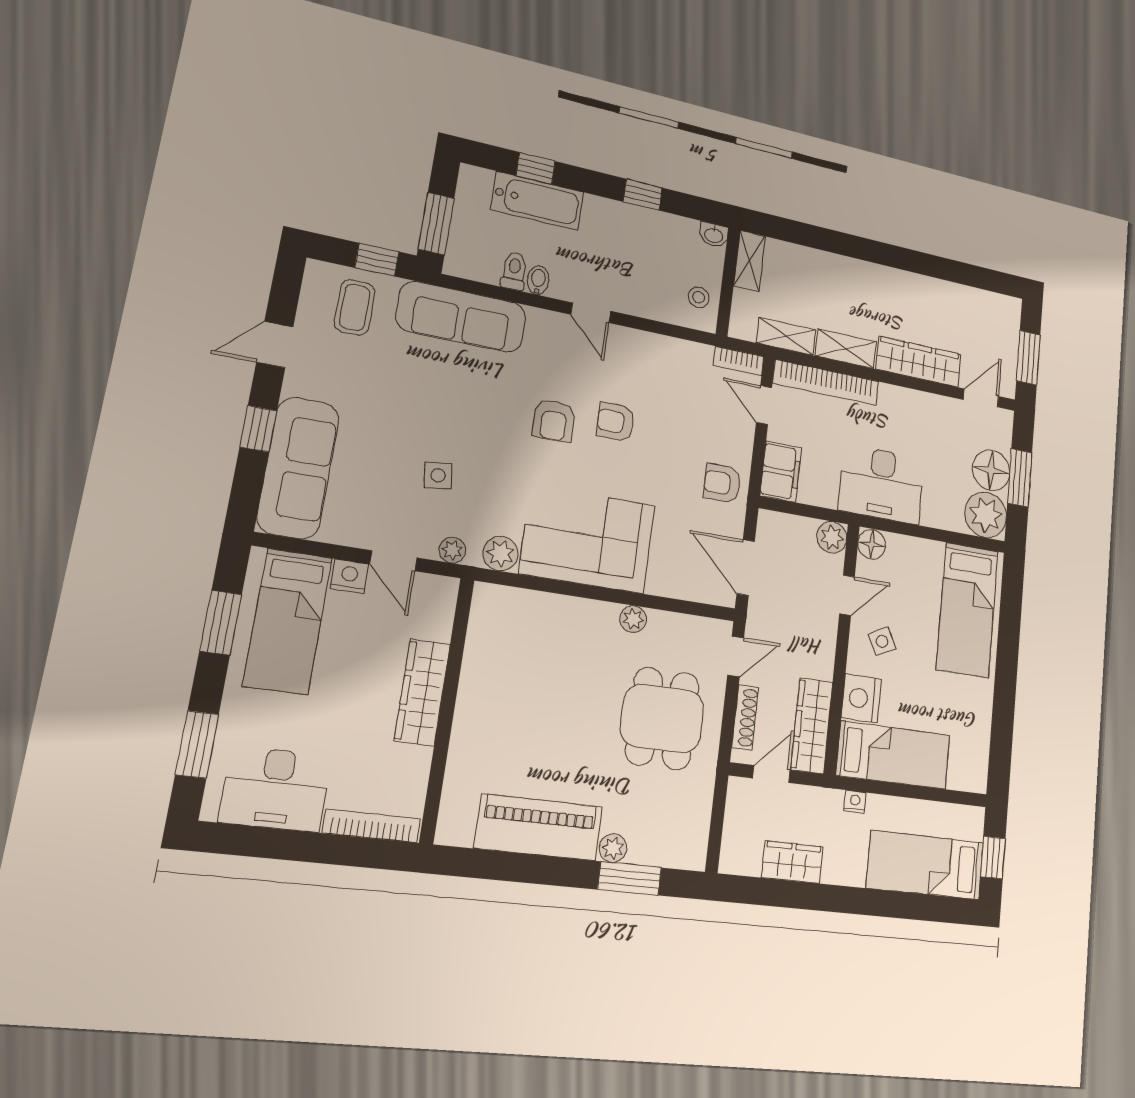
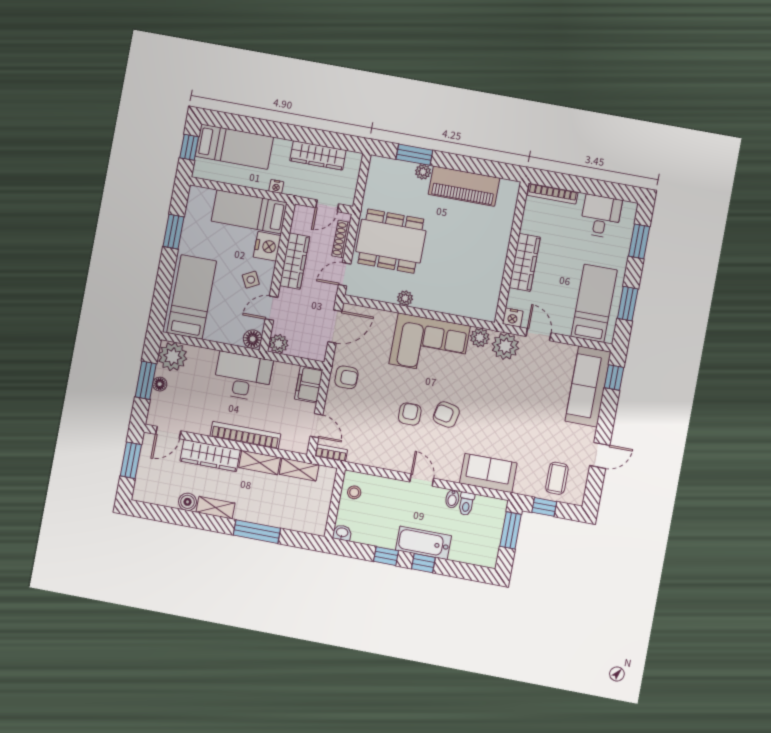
window: (536, 168) -> (423, 563), moved
bathtub: (537, 201) -> (423, 543), moved
window: (842, 244) -> (257, 532), added
shelving: (749, 261) -> (215, 508), moved, turned 90
boiler: (945, 293) -> (187, 502), added
sofa: (461, 317) -> (488, 473), width x0.73
bookcase: (826, 382) -> (245, 435), moved
armchair: (554, 420) -> (446, 415), turned -78
armchair: (616, 422) -> (410, 414), turned -90
window: (258, 429) -> (614, 377), moved
floor lamp: (991, 470) -> (160, 384), width x0.53, depth x0.53
side table: (438, 475) -> (513, 382), removed
plant: (452, 550) -> (505, 346), width x1.88, depth x1.88
door: (746, 567) -> (335, 327), hinge flipped
nightstand: (349, 576) -> (513, 318), moved
window: (1003, 715) -> (173, 232), added
dining table: (662, 718) -> (391, 241), width x1.38
wardrobe: (812, 726) -> (295, 261), moved
desk: (276, 789) -> (601, 216), width x0.73
wardrobe: (792, 862) -> (318, 155), width x1.50

